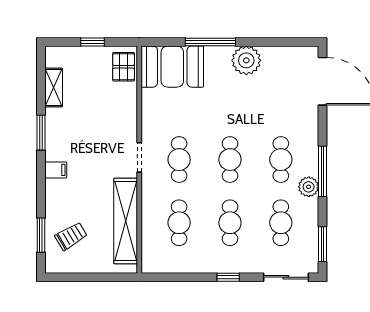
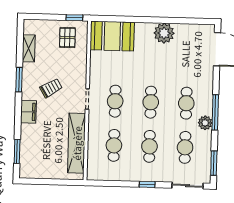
window: (92, 42) -> (74, 18), moved
window: (210, 42) -> (139, 20), removed
pallet: (124, 67) -> (67, 38), moved
filing cabinet: (56, 170) -> (28, 112), width x2.00
trolley: (71, 236) -> (51, 88), moved

